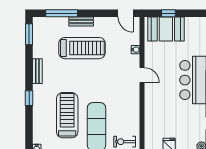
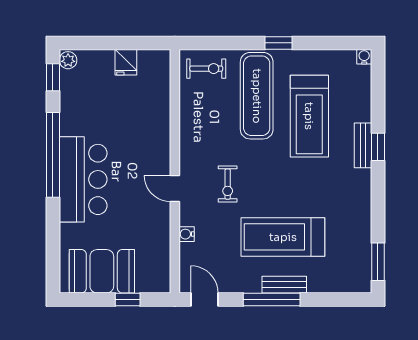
window: (62, 13) -> (272, 300), moved
booth: (166, 29) -> (102, 271), moved
bench: (37, 71) -> (363, 145), moved
exercise bike: (113, 77) -> (228, 184), added

